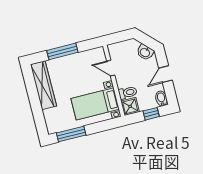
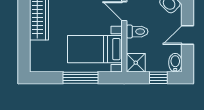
toilet: (128, 93) -> (137, 32), moved
window: (71, 134) -> (81, 78), moved

